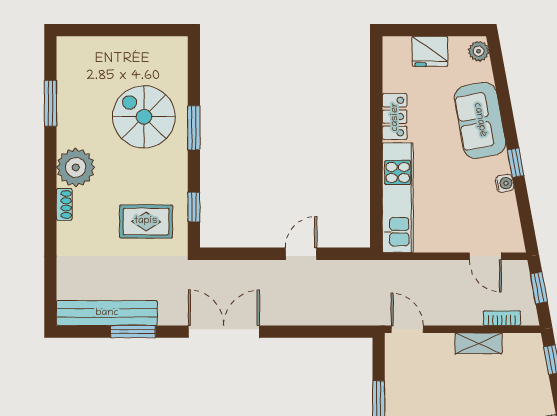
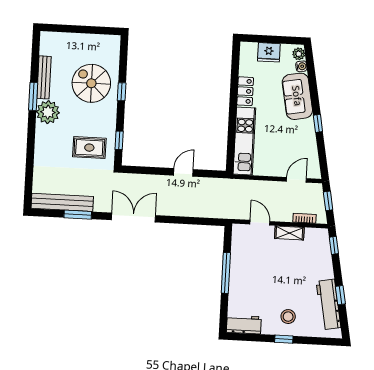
window: (50, 103) -> (33, 96), moved
bench: (66, 111) -> (44, 77), added
window: (194, 128) -> (122, 92), width x0.67
water cooler: (505, 183) -> (301, 66), moved
shoe rack: (64, 204) -> (40, 134), removed
door: (485, 256) -> (296, 180), swing flipped
door: (407, 329) -> (260, 223), moved

